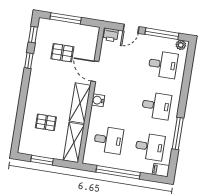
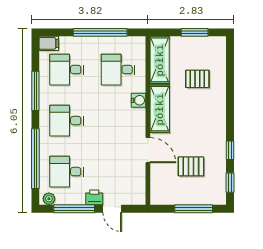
door: (131, 29) -> (112, 209), swing flipped
printer: (111, 35) -> (94, 197), moved
window: (187, 79) -> (35, 159), added
water cooler: (98, 100) -> (138, 100), moved

